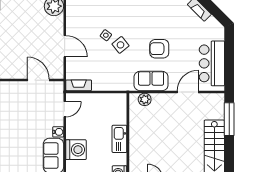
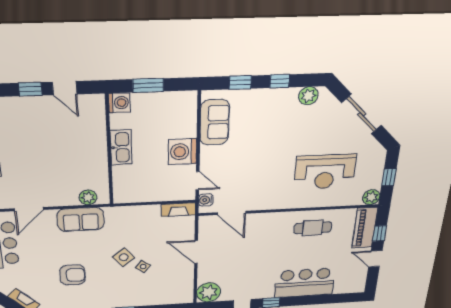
armchair: (159, 49) -> (73, 275), moved
door: (65, 109) -> (197, 181), swing flipped
water cooler: (58, 132) -> (206, 200), moved
washing machine: (76, 150) -> (182, 152), moved

